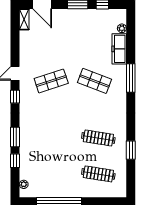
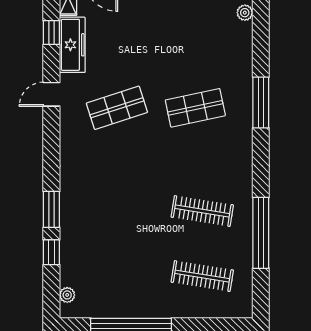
freezer: (119, 49) -> (72, 45), moved, turned 180
shop shelf: (95, 81) -> (195, 108), turned -33
window: (15, 97) -> (51, 33), moved
window: (131, 150) -> (261, 233), width x2.11

